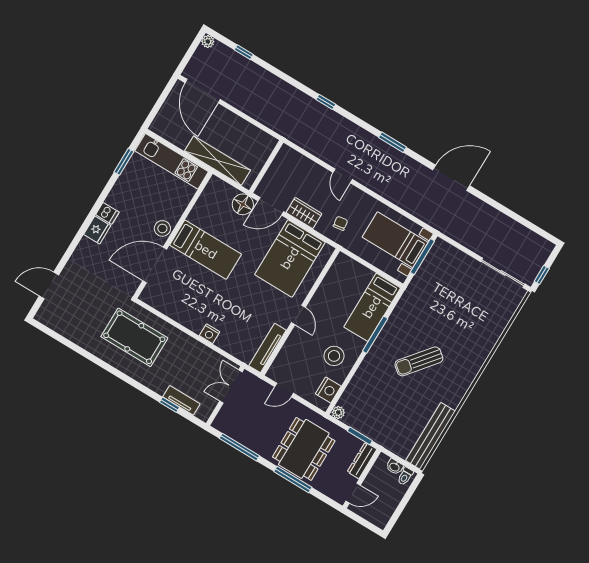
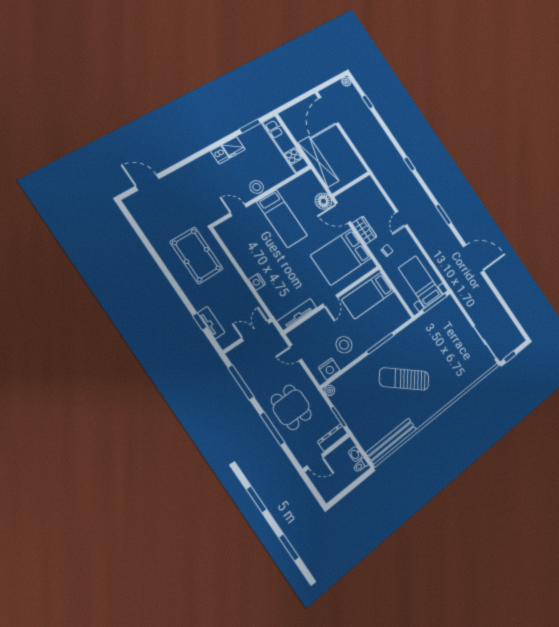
fridge: (97, 230) -> (233, 147), moved
door: (155, 265) -> (238, 210), width x0.53
bed: (372, 307) -> (368, 296), moved
sun lounger: (419, 361) -> (404, 379), width x1.36, depth x1.34
dining table: (304, 449) -> (291, 407), width x0.73

